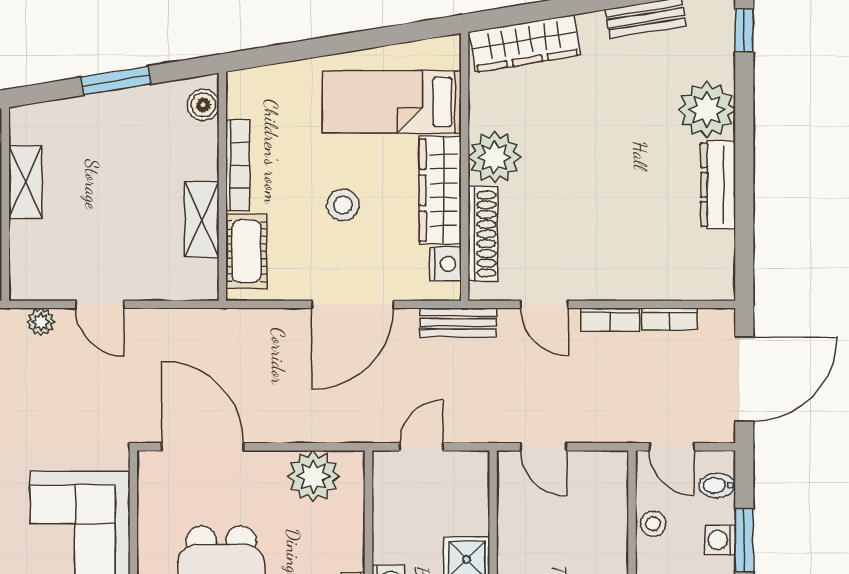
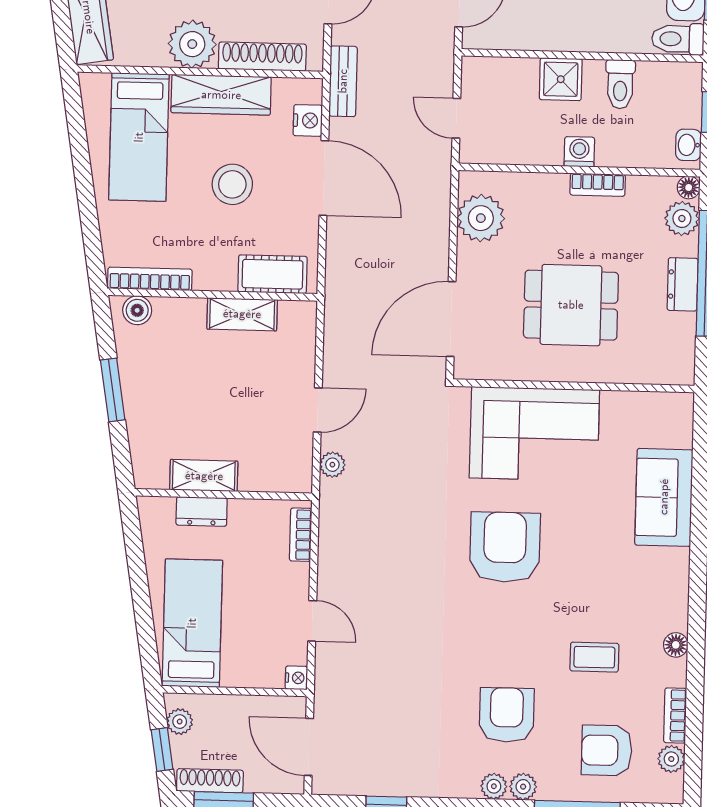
bookcase: (238, 165) -> (150, 279), moved
stool: (343, 205) -> (232, 184), width x1.38, depth x1.38
nightstand: (445, 264) -> (308, 120), moved, turned 90

